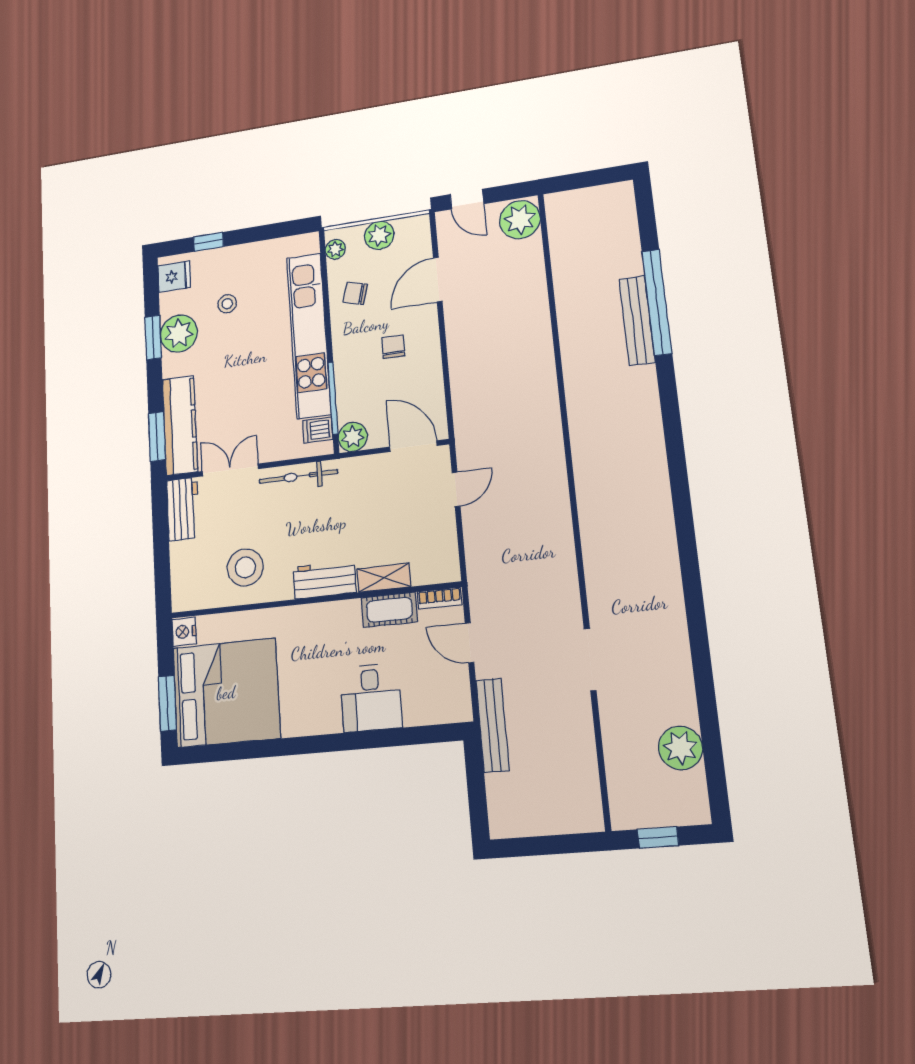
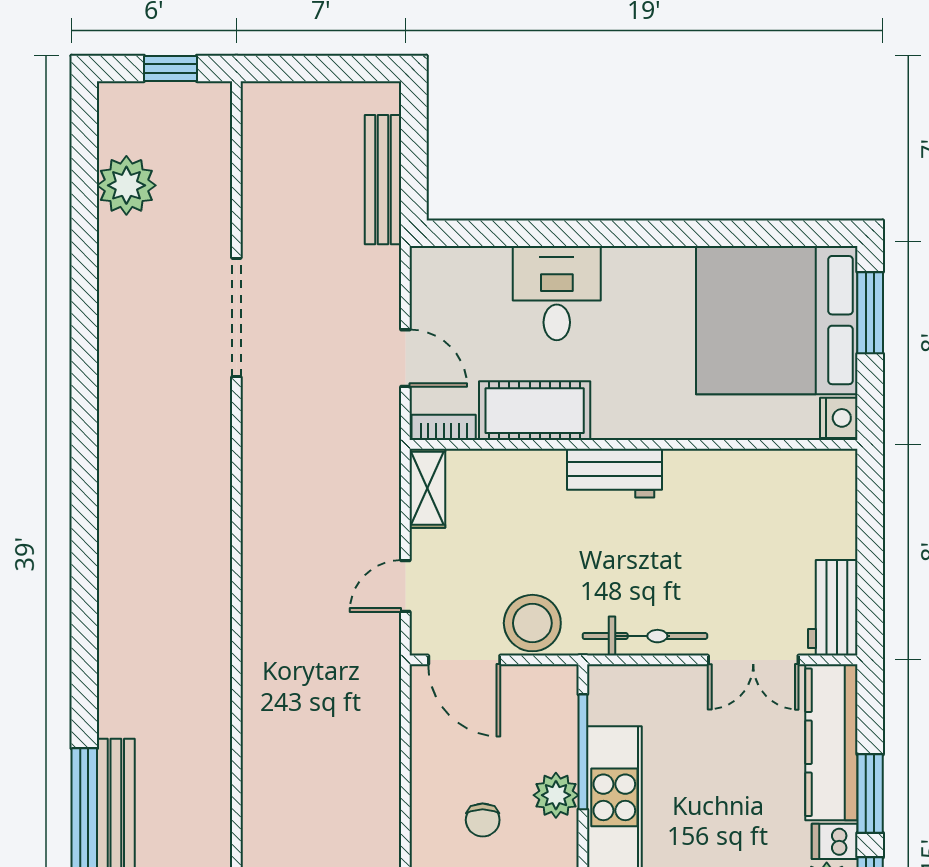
dishwasher: (318, 430) -> (835, 841), moved, turned 180
window: (157, 436) -> (870, 794), moved
plant: (353, 437) -> (556, 795), moved
stool: (245, 567) -> (532, 623), moved
shelving: (384, 578) -> (427, 488), moved, turned 90
cot: (389, 610) -> (535, 411), width x1.37, depth x1.34
doorway: (590, 660) -> (236, 317), width x1.36
bench: (492, 725) -> (383, 180), moved

